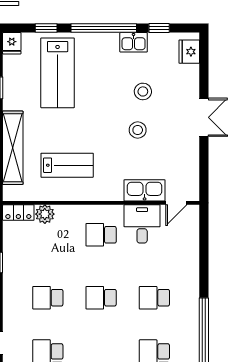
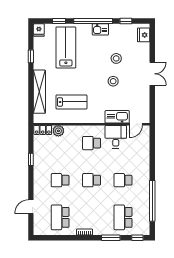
kitchen sink: (134, 42) -> (100, 29), moved
lab bench: (58, 73) -> (66, 47), turned 180

